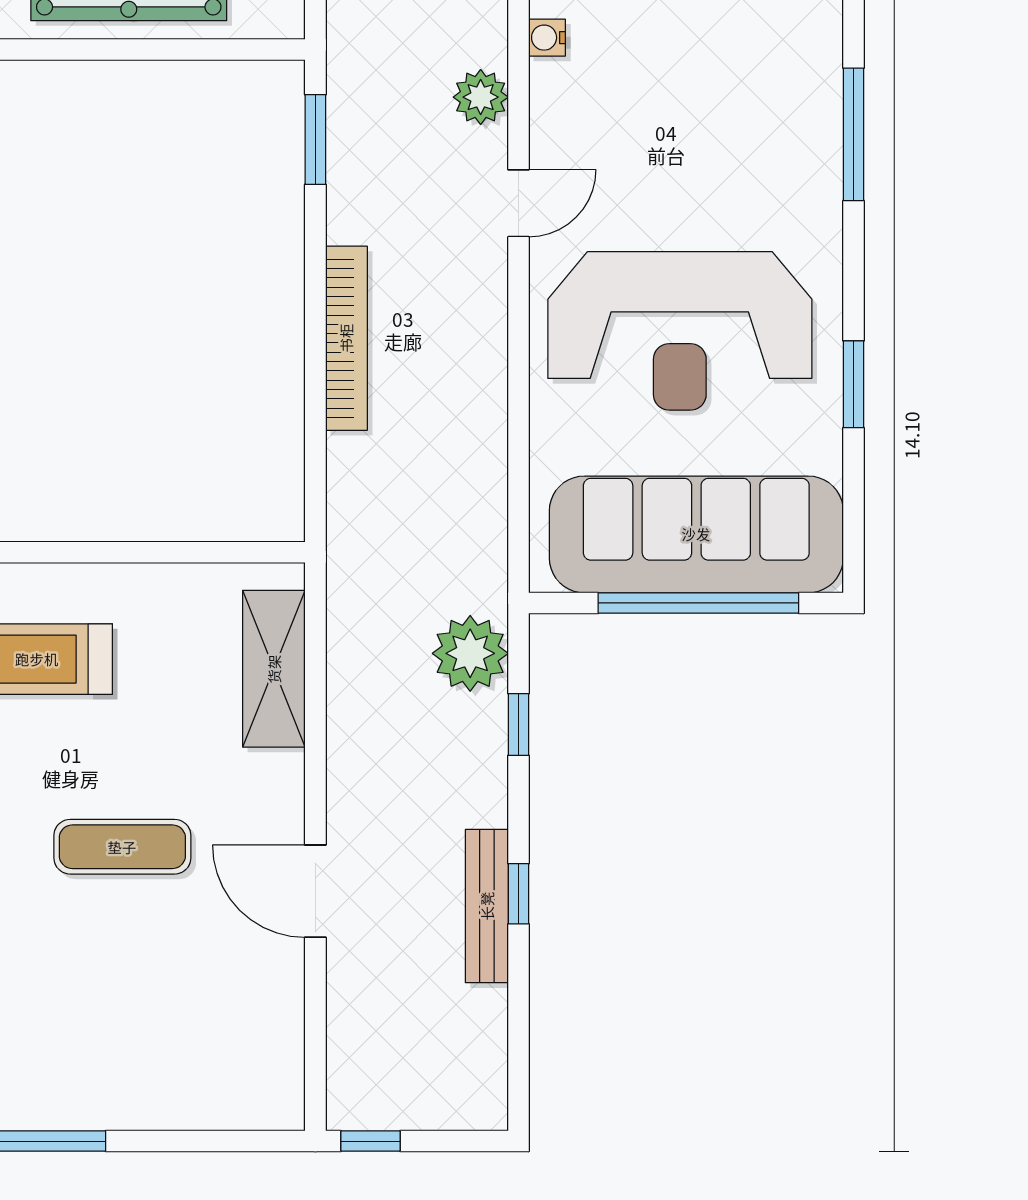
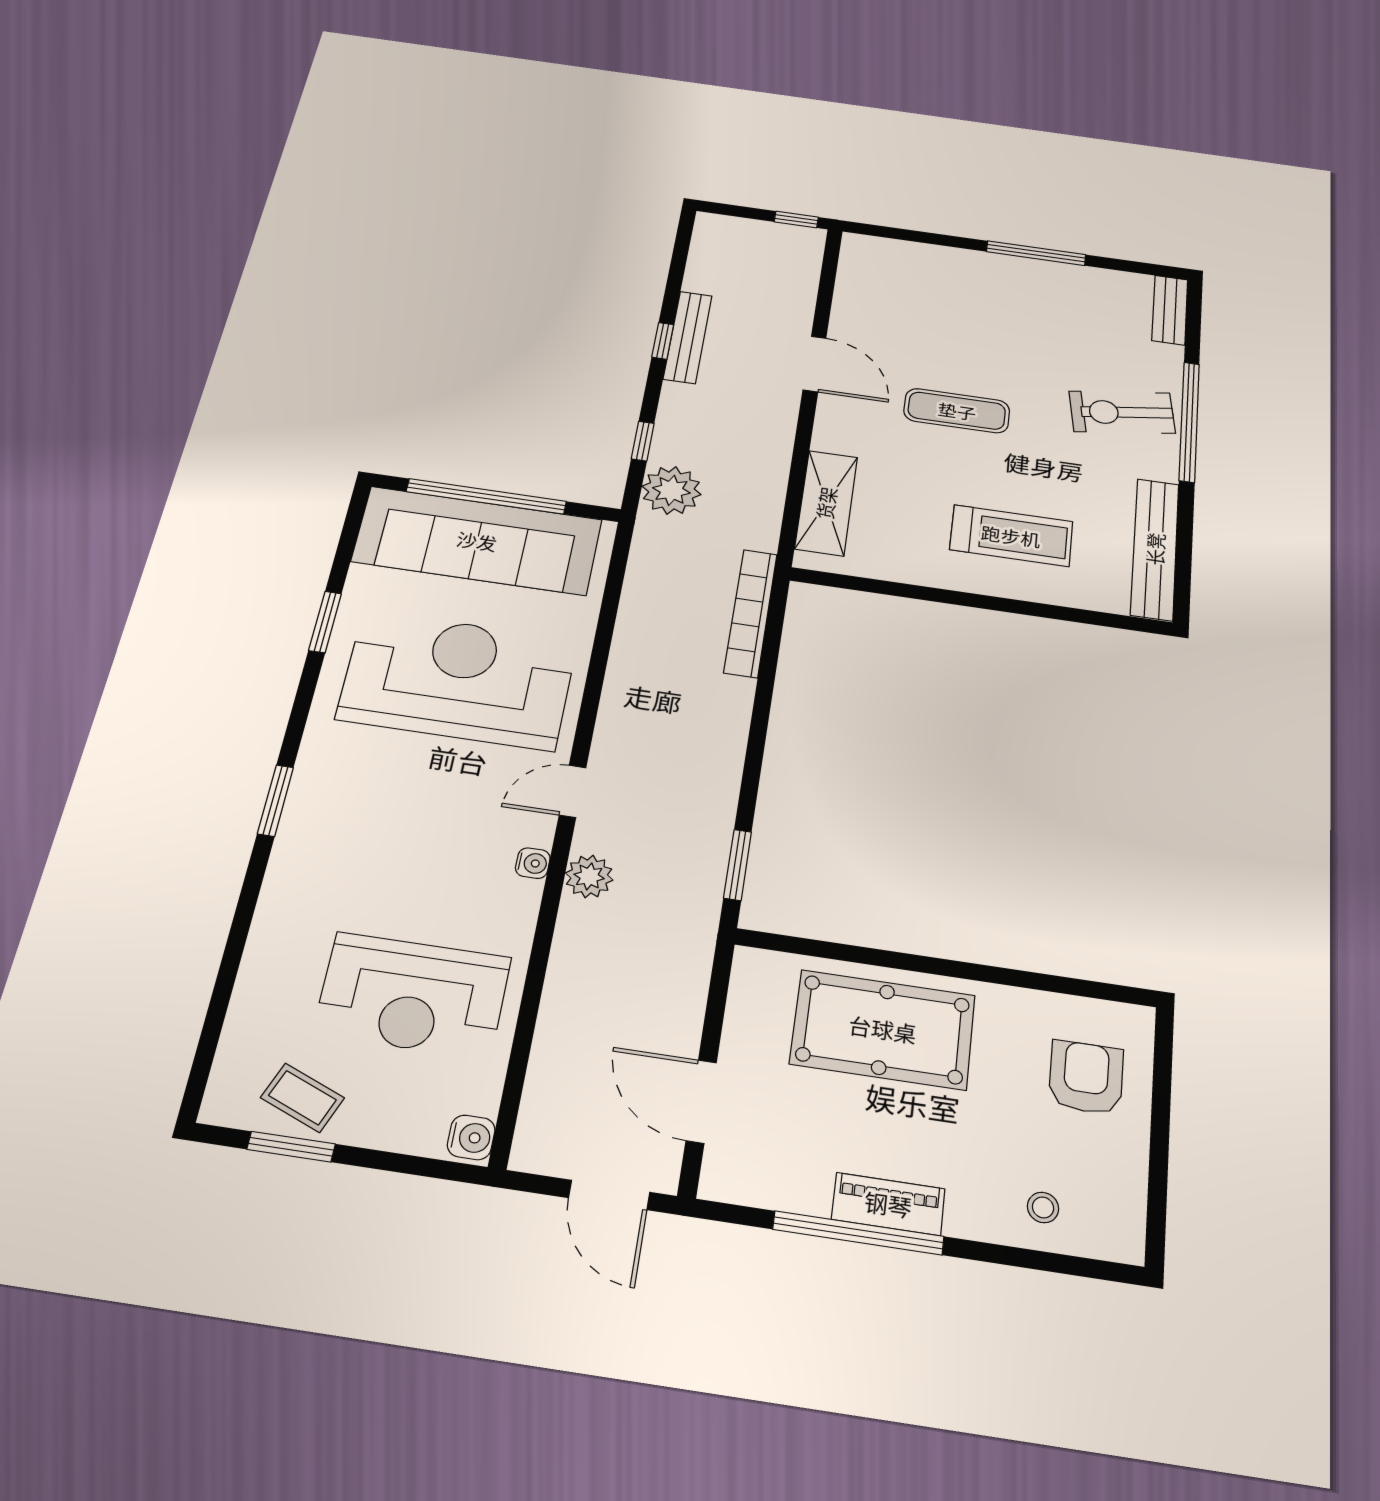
water cooler: (547, 38) -> (533, 863), moved
window: (853, 134) -> (275, 801), width x0.69
bookcase: (346, 338) -> (751, 613), moved

